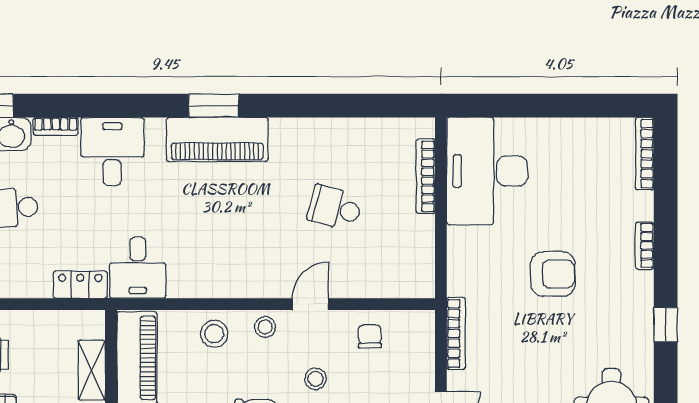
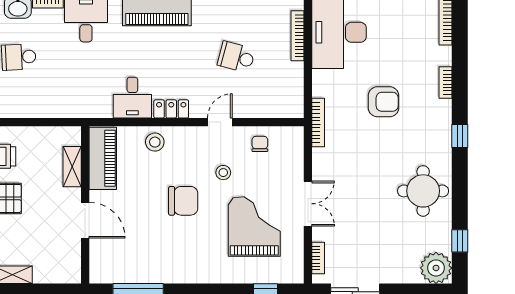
desk: (138, 268) -> (132, 98), moved
locker: (80, 285) -> (171, 109), moved
stool: (265, 327) -> (189, 138), removed
bookcase: (456, 333) -> (318, 123), moved

